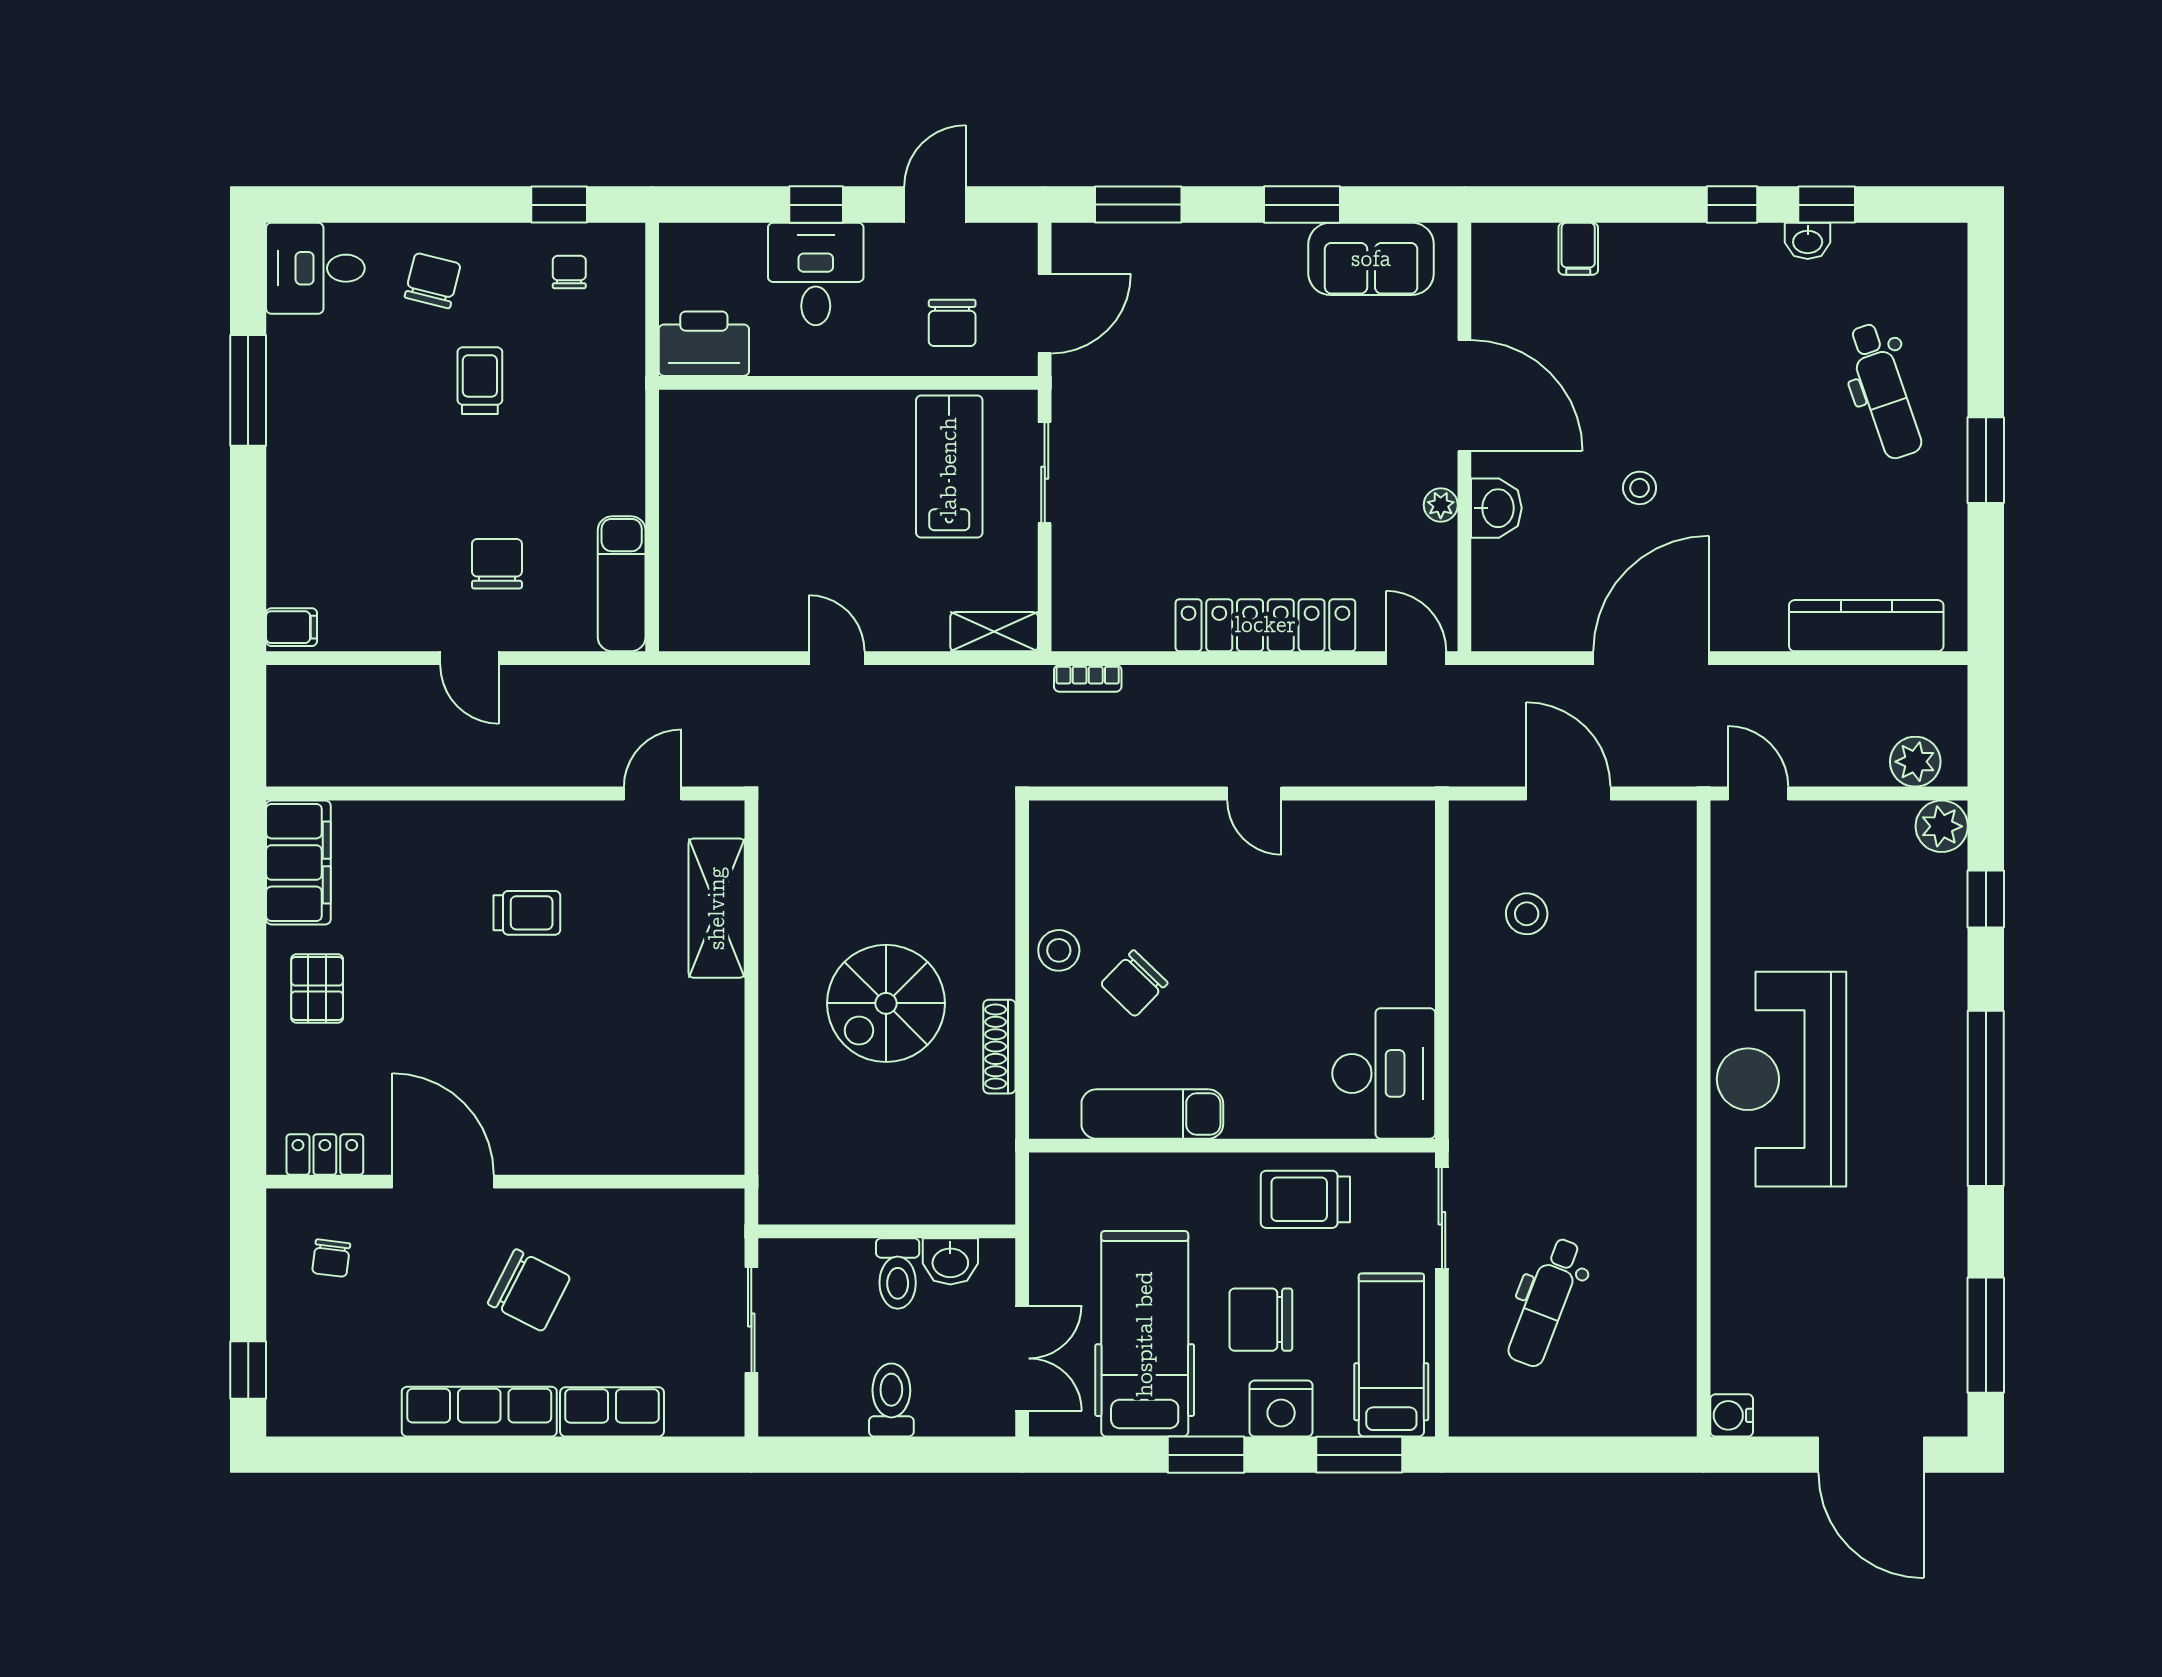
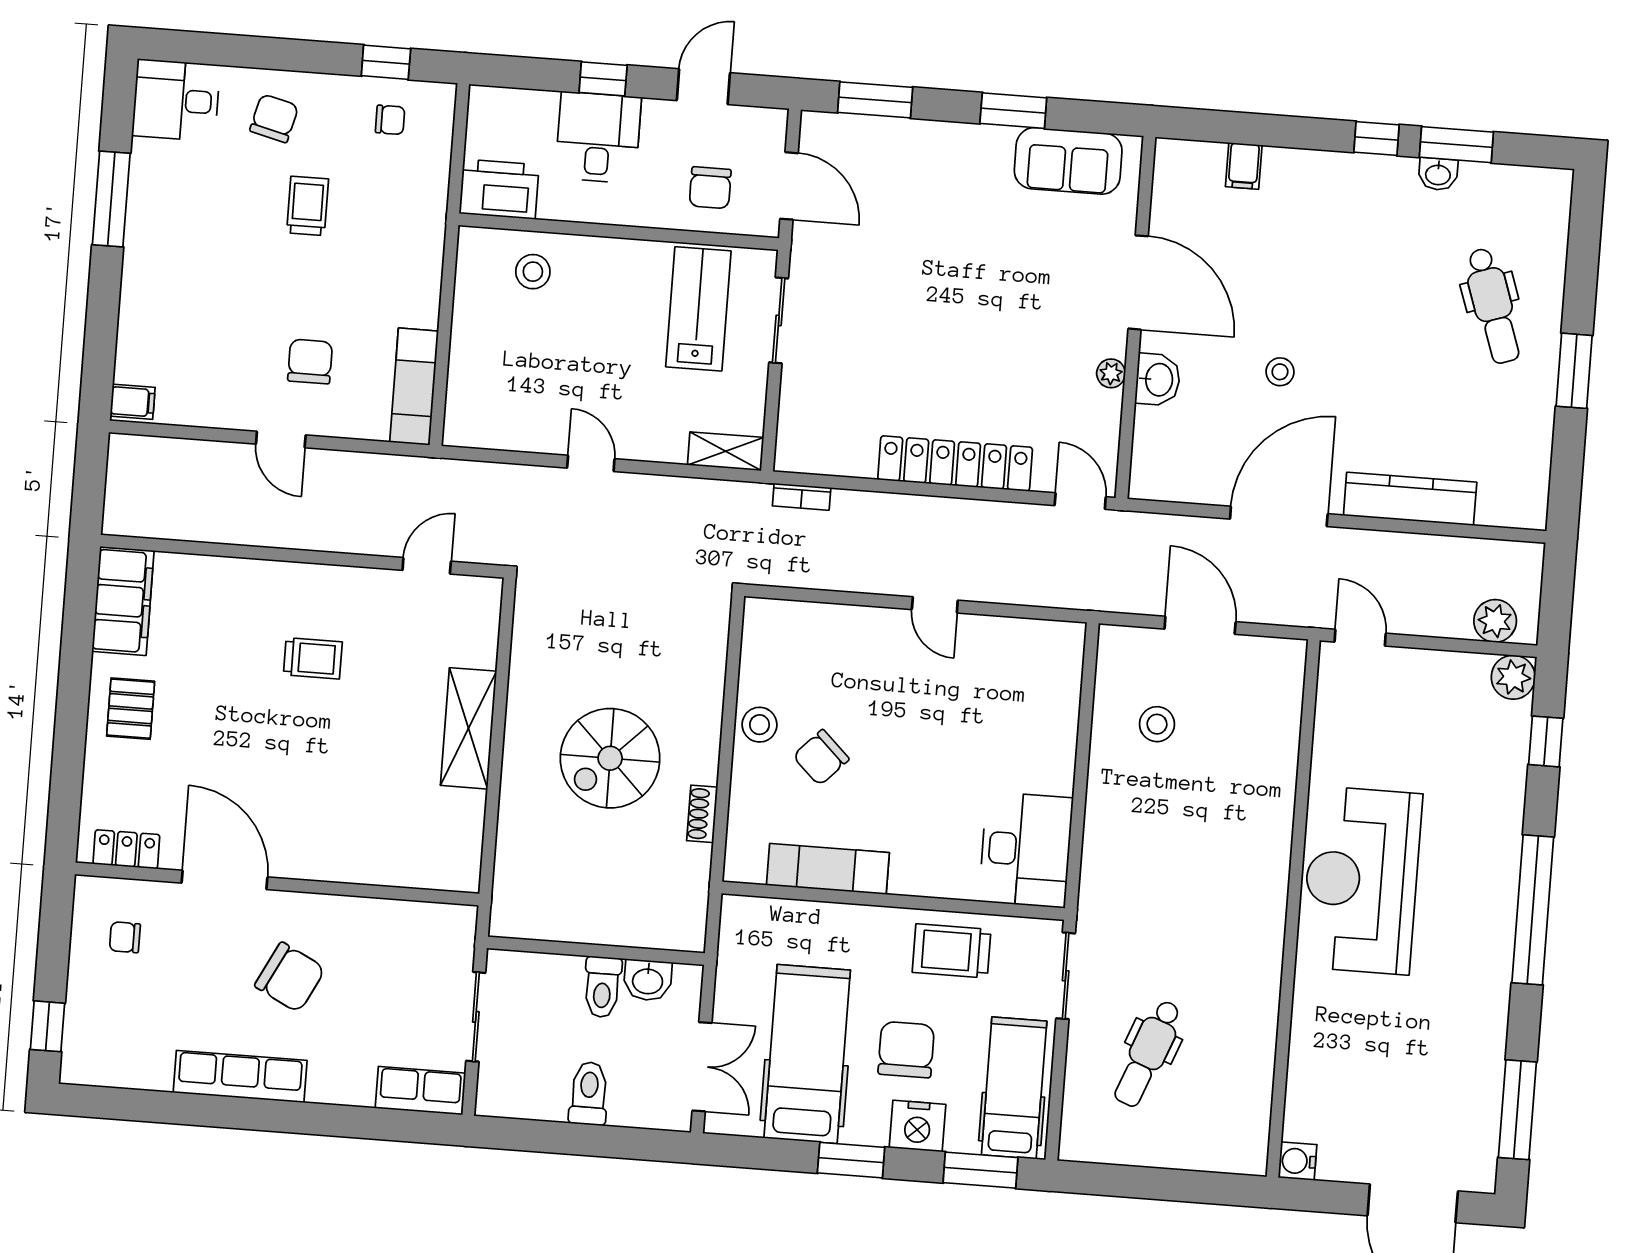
window: (1827, 205) -> (1456, 145), width x1.50
chair: (569, 272) -> (390, 120), turned 90
door: (1045, 314) -> (789, 186), hinge flipped
stool: (751, 438) -> (533, 272), added
kitchen counter: (1866, 626) -> (1410, 499), moved
shelving: (717, 908) -> (469, 728), moved
shoe rack: (999, 1047) -> (702, 814), width x0.70
chair: (331, 1258) -> (125, 937), turned 83
chair: (1261, 1320) -> (906, 1050), turned 90
row of seats: (612, 1412) -> (420, 1091), moved

